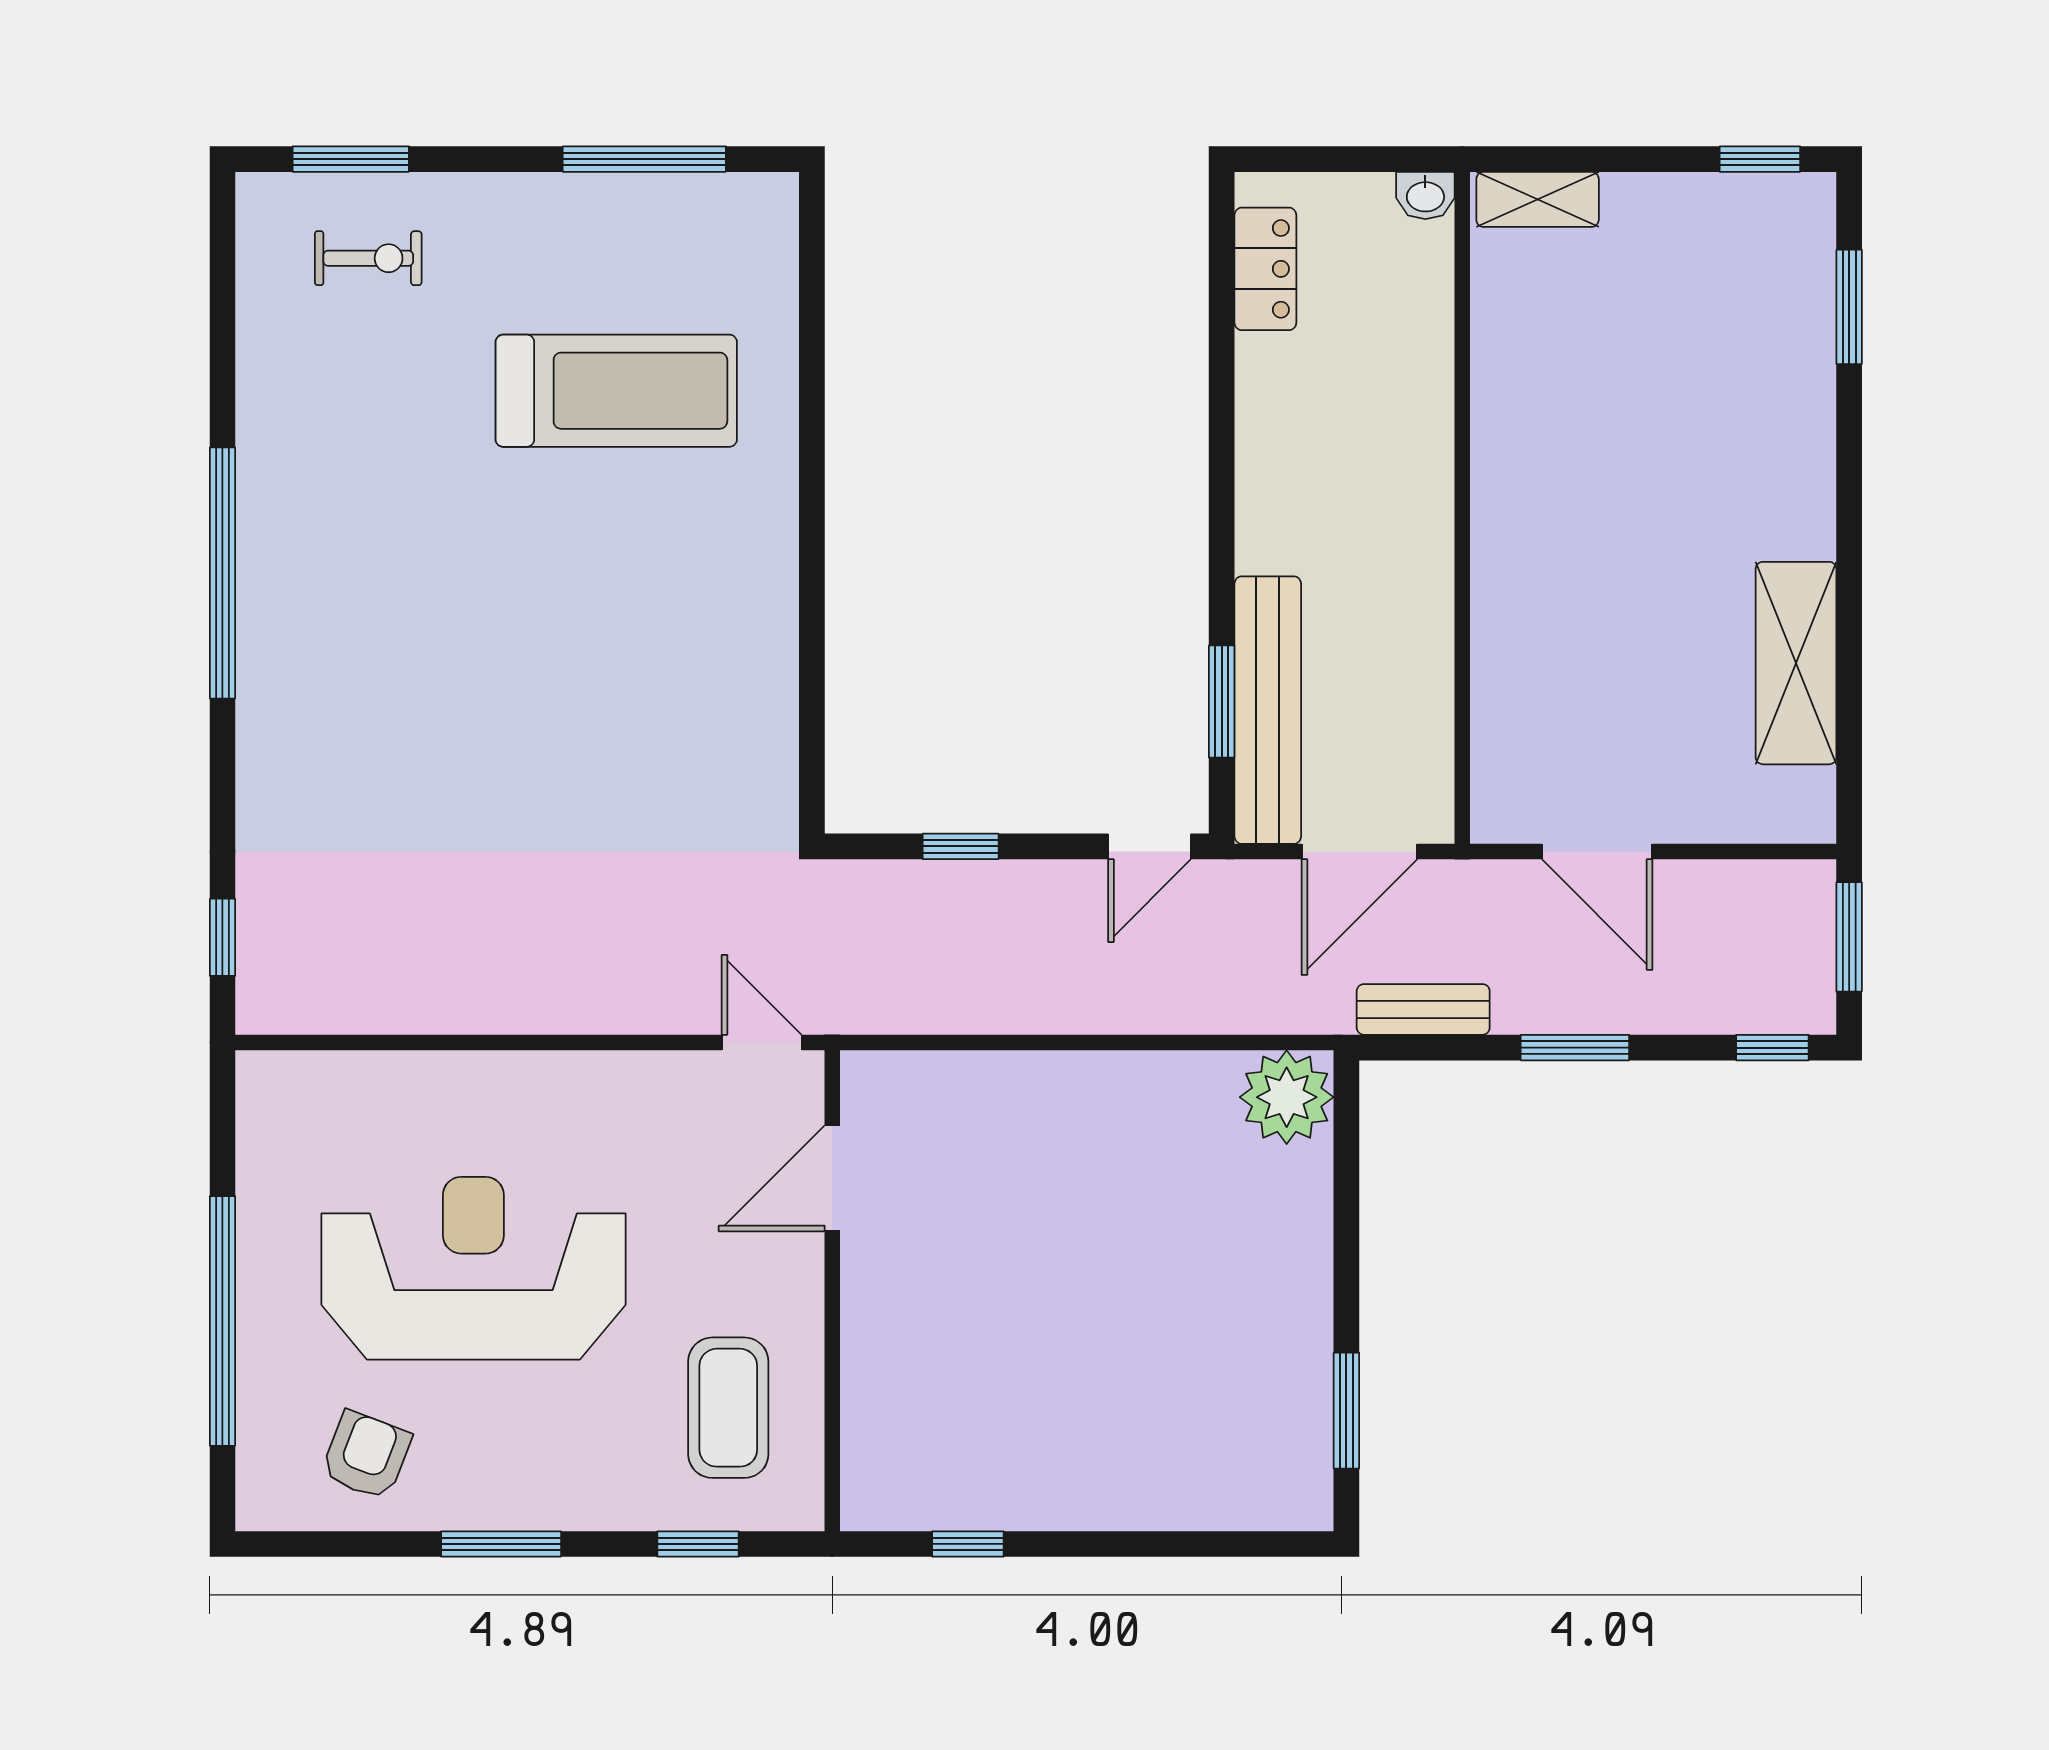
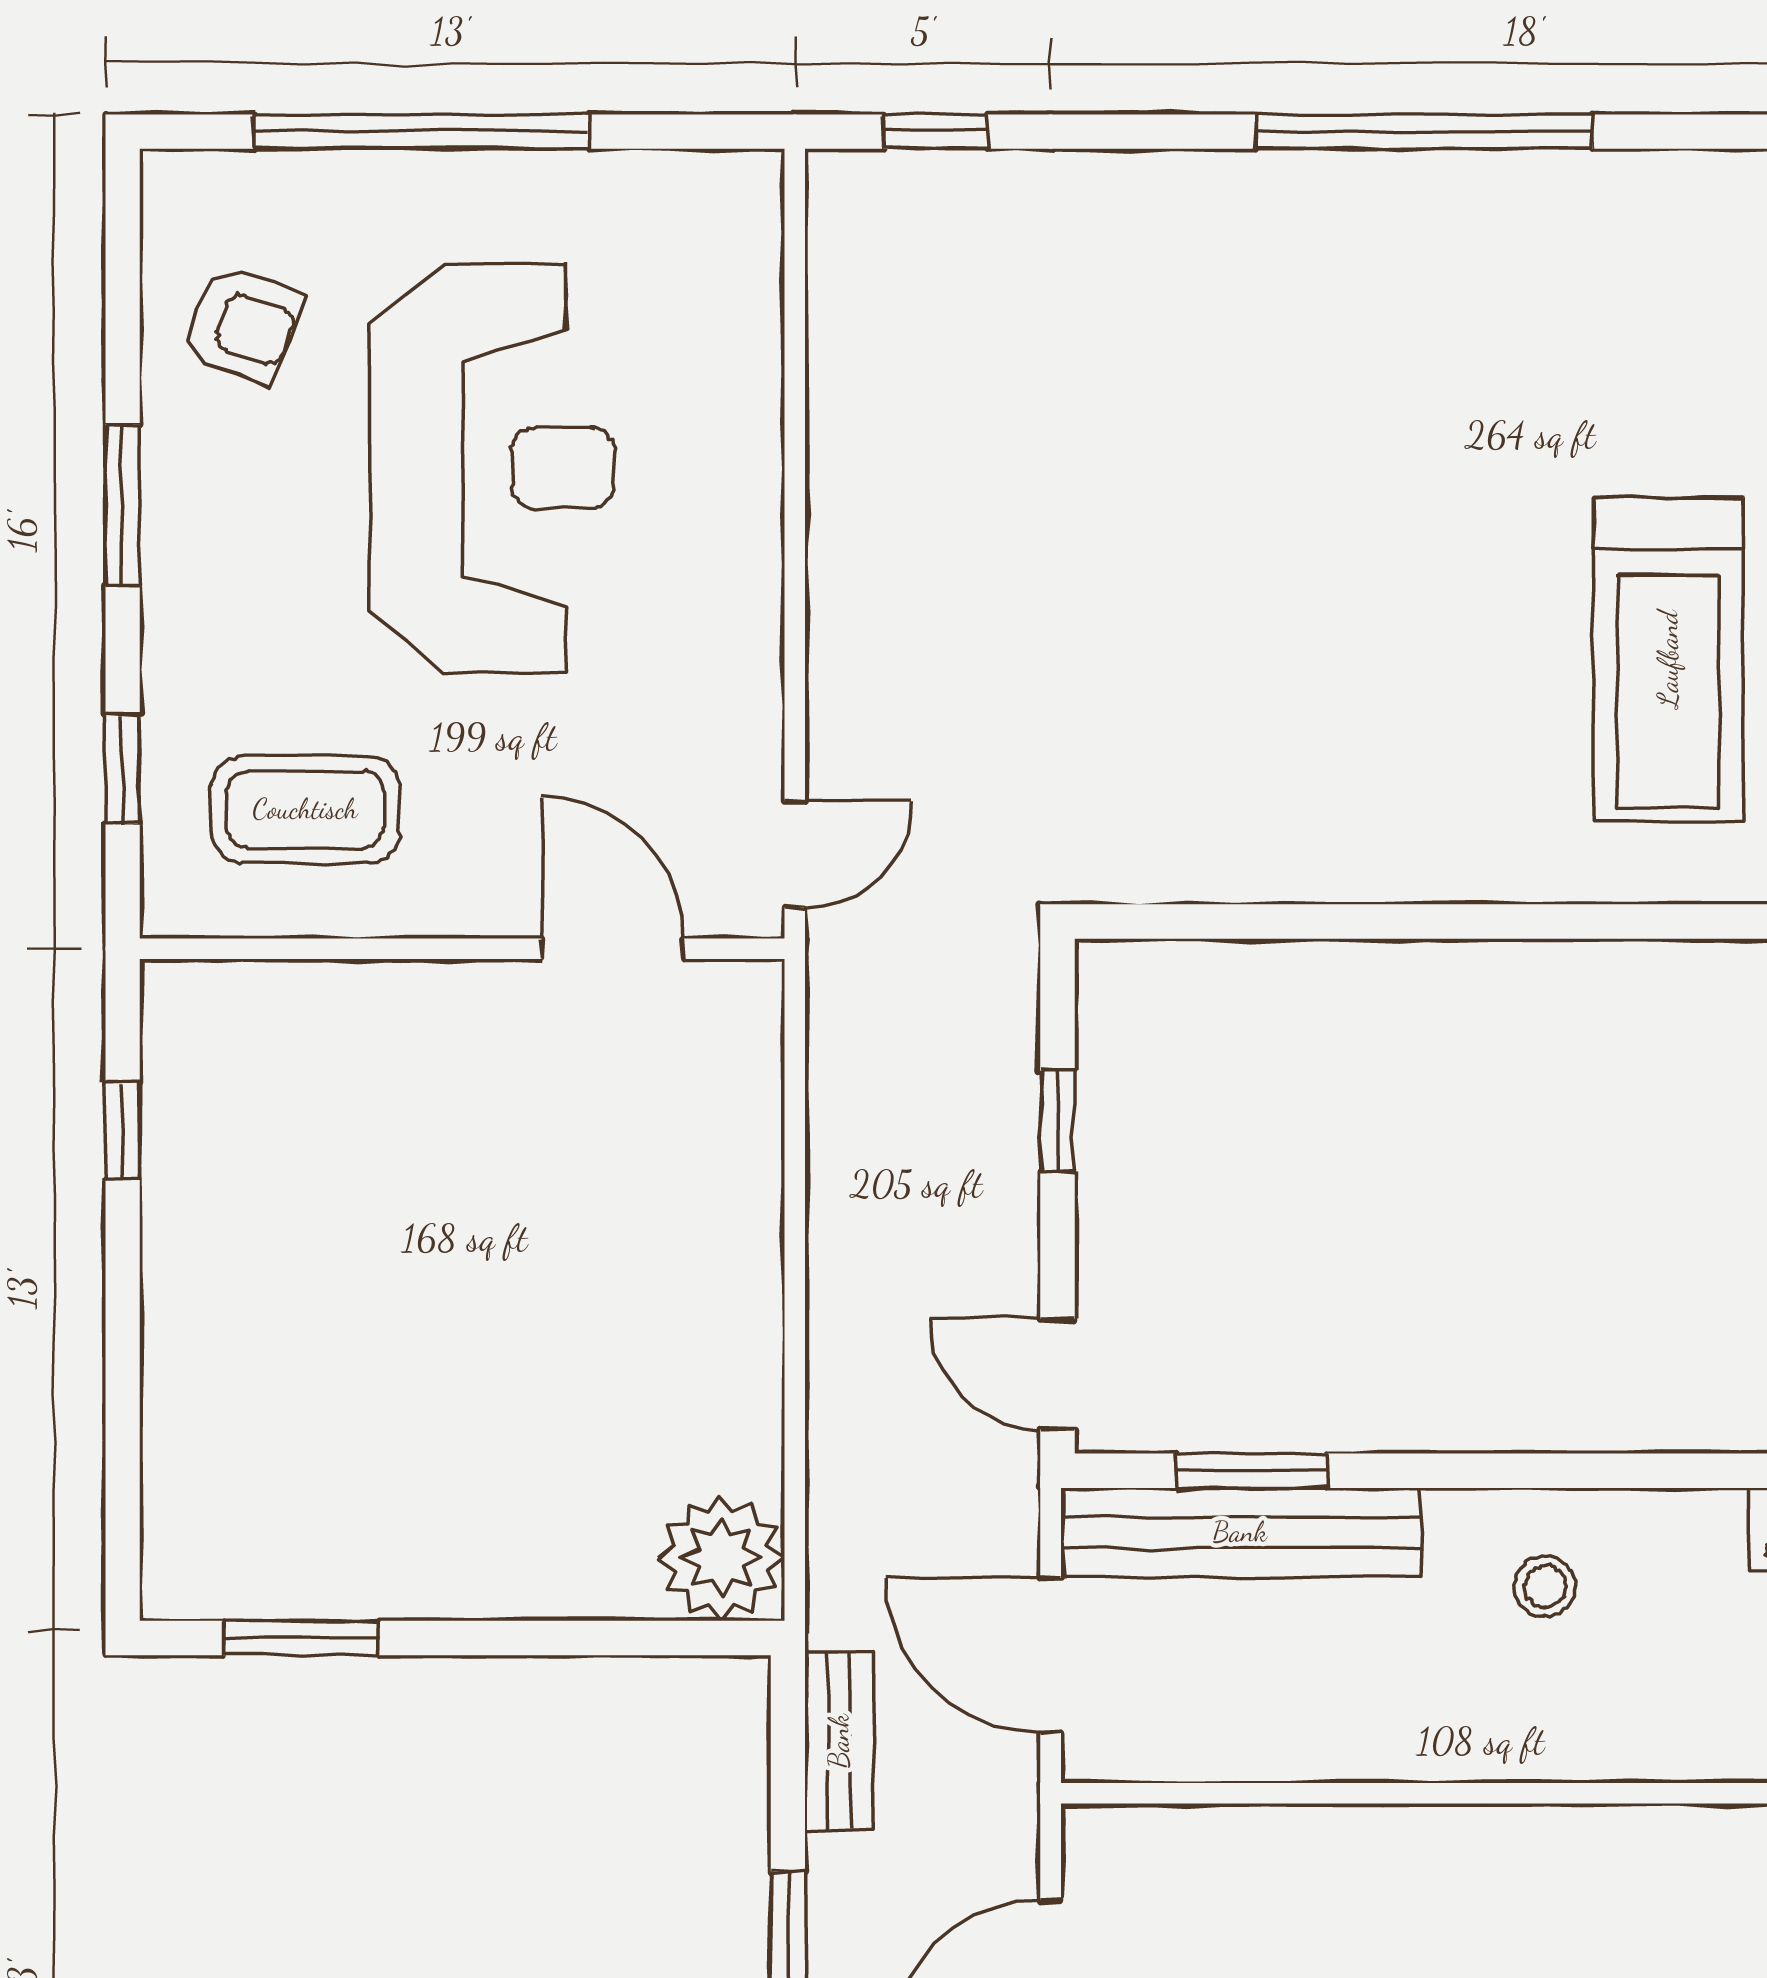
stool: (1308, 482) -> (1545, 1586), added

